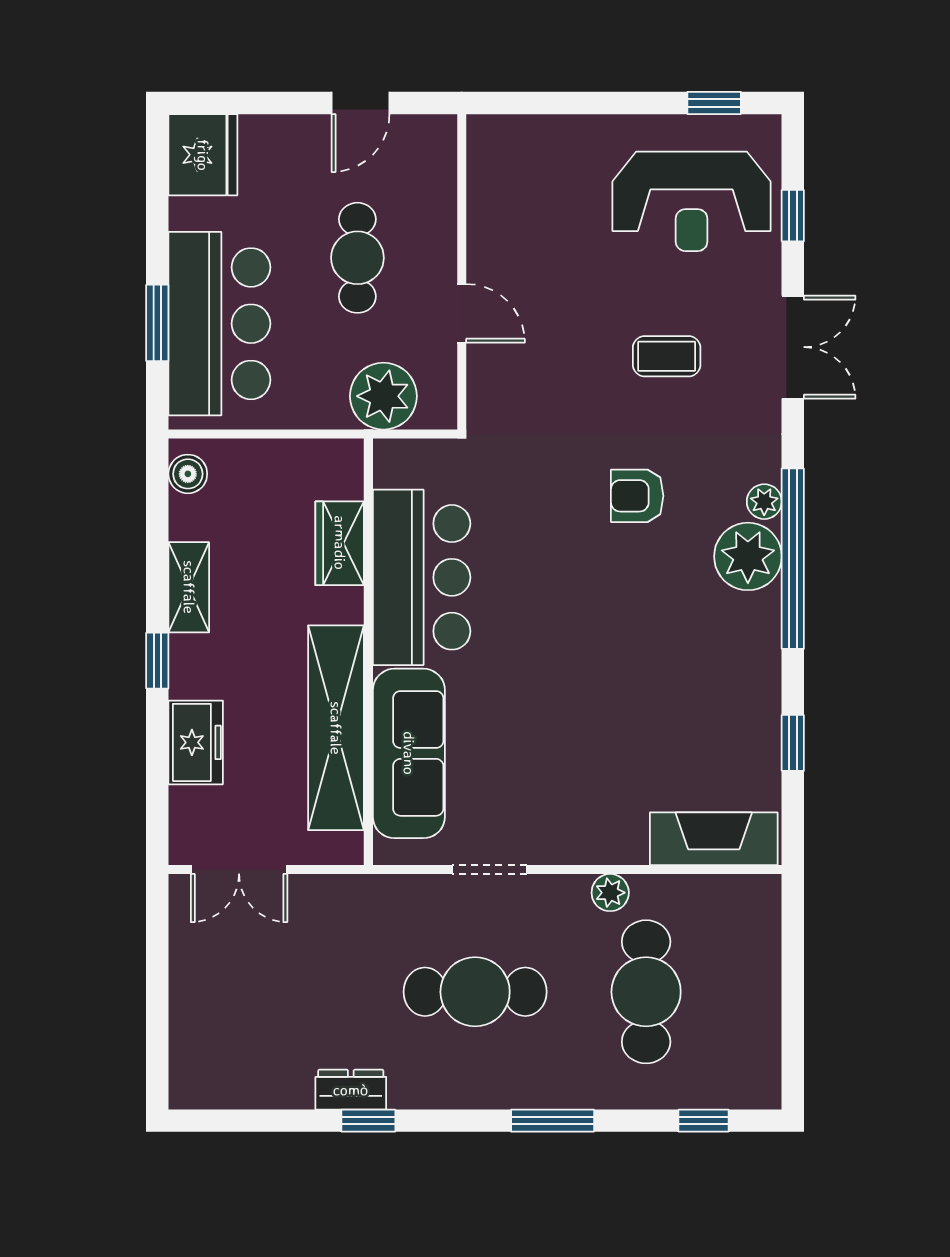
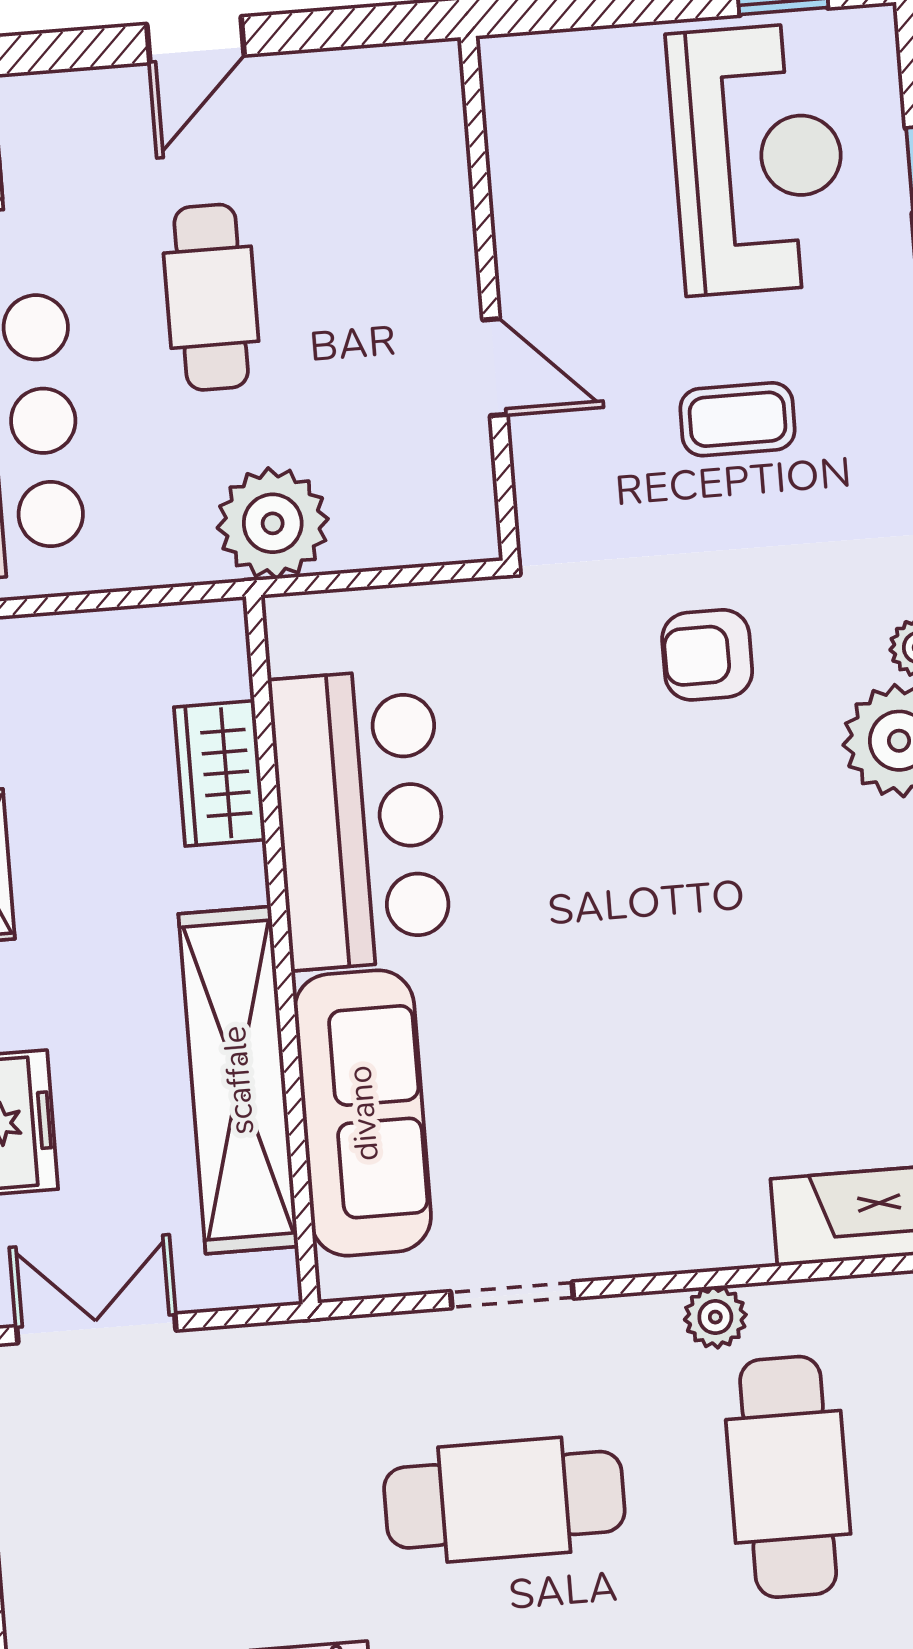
reception desk: (692, 201) -> (758, 159), turned -90
wall: (462, 272) -> (489, 298), moved
door: (462, 313) -> (495, 367), moved
double door: (239, 870) -> (96, 1328), swing flipped

